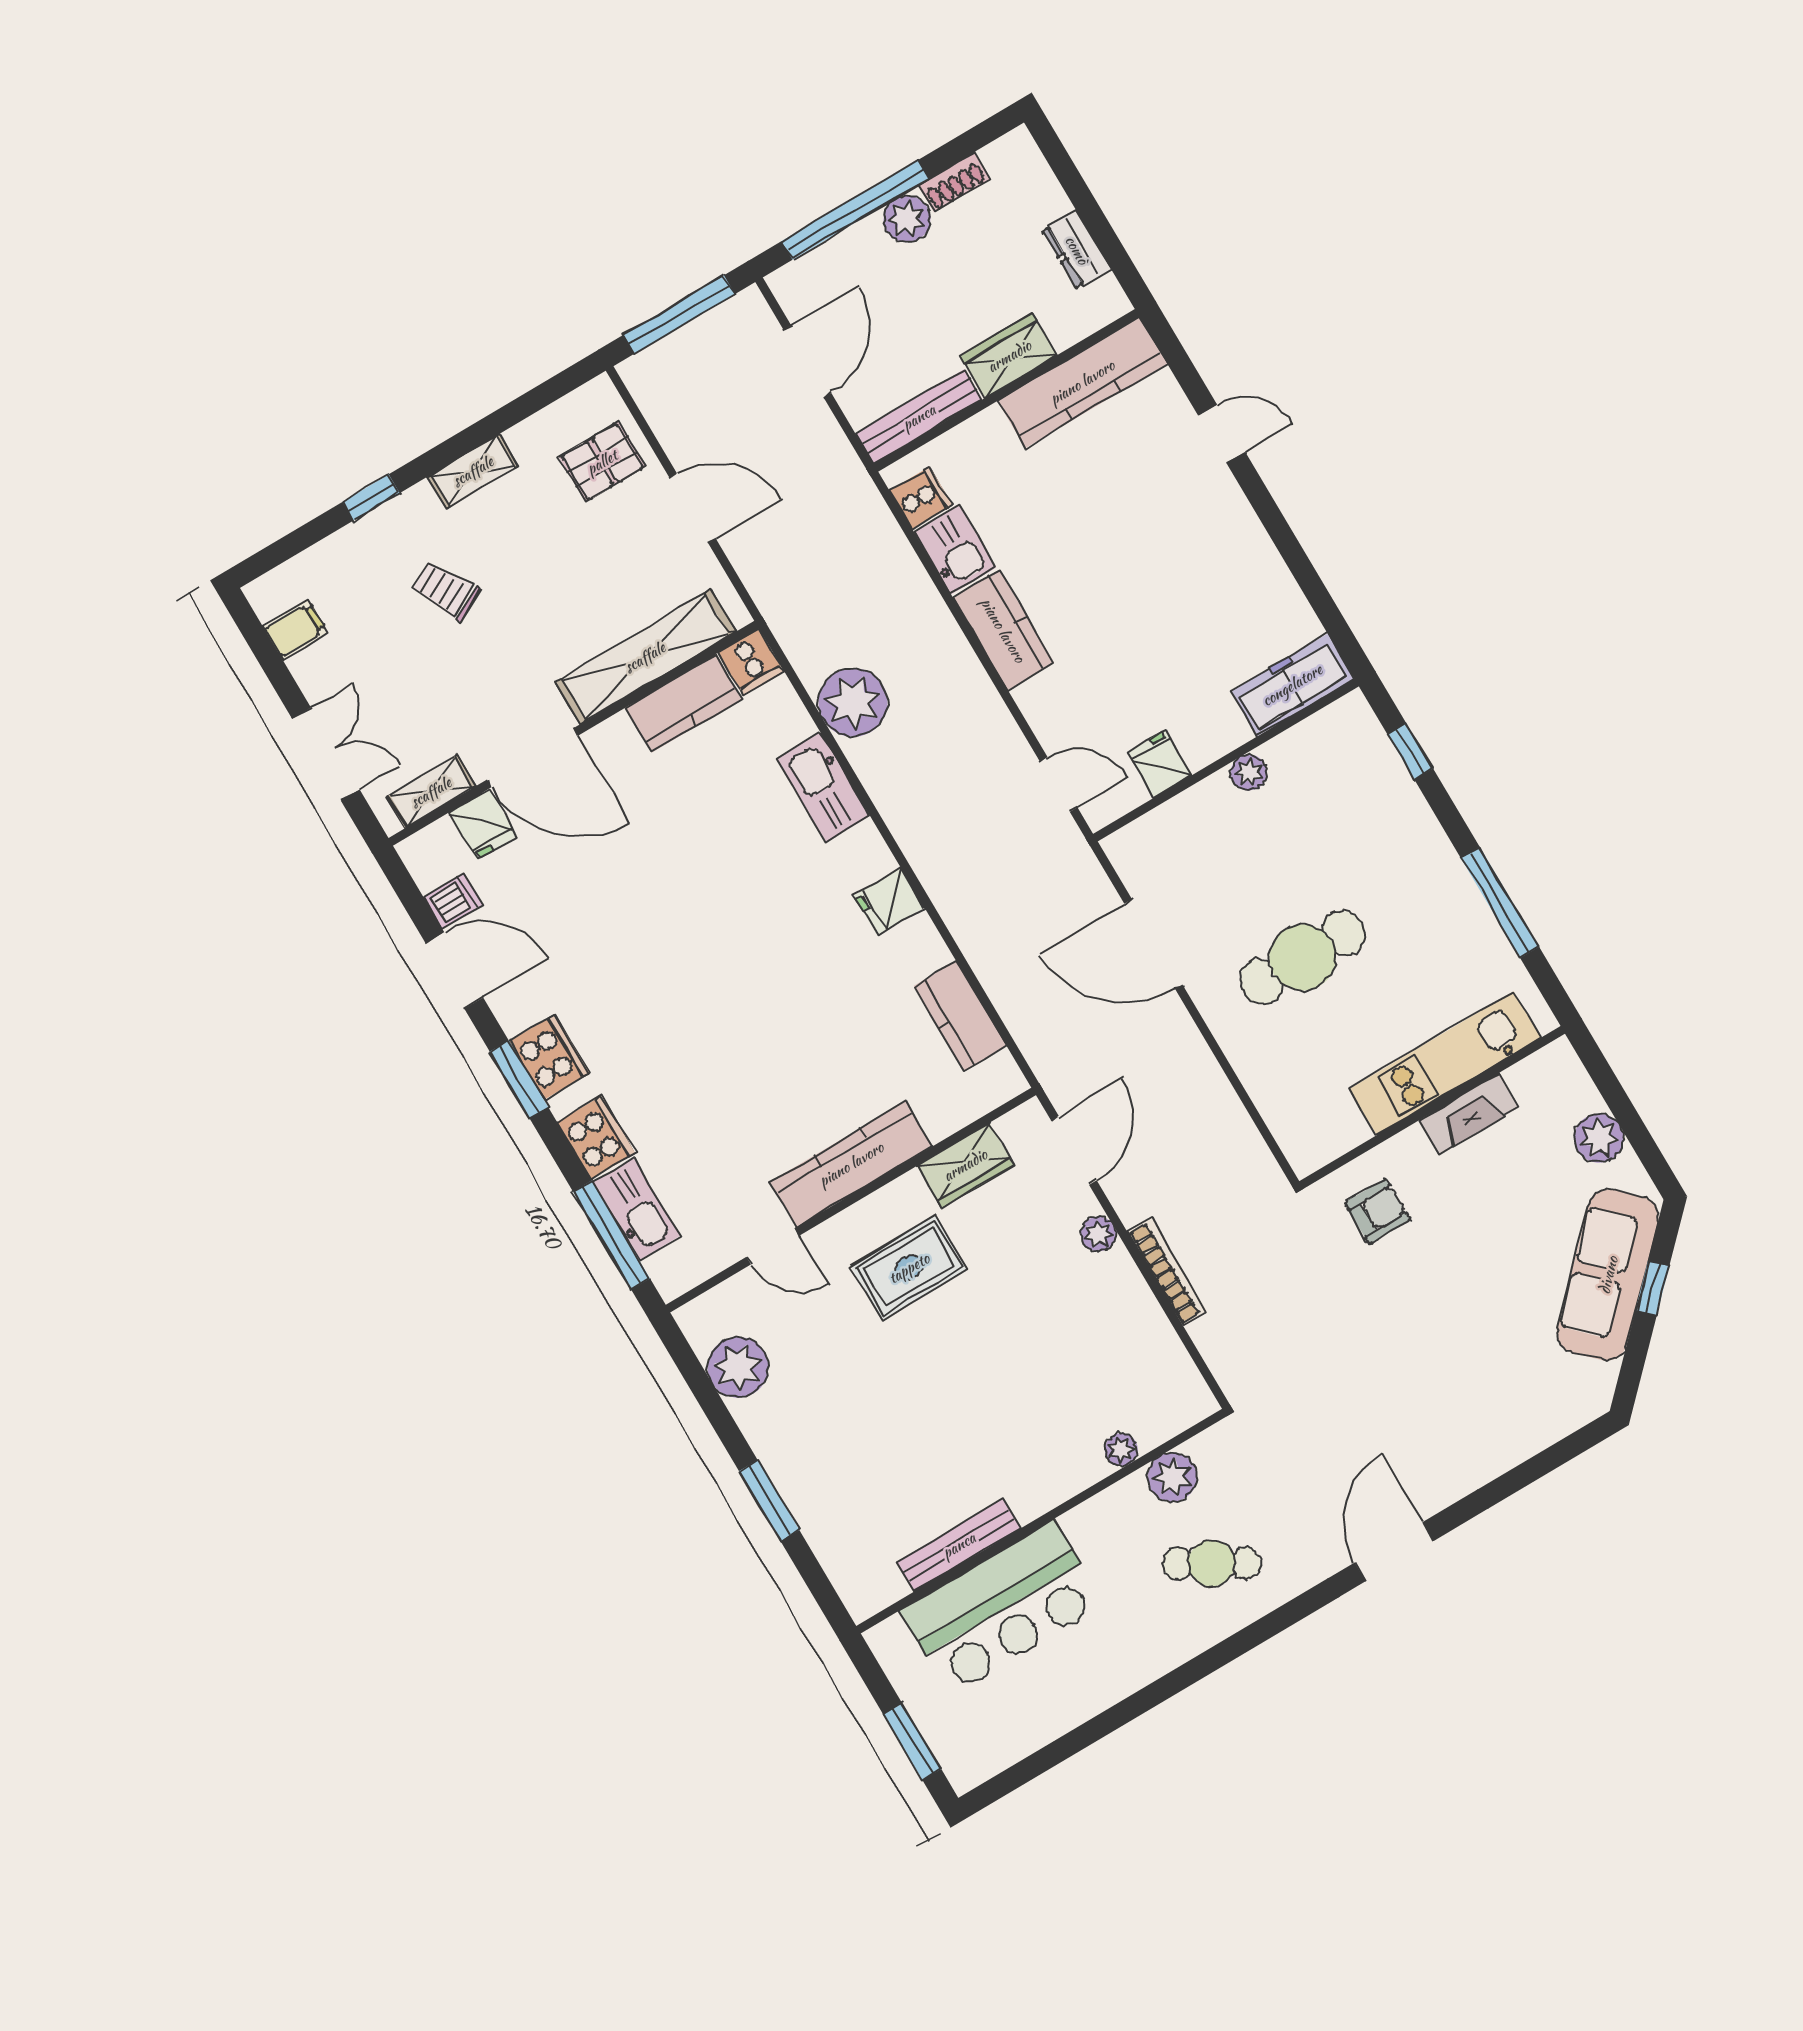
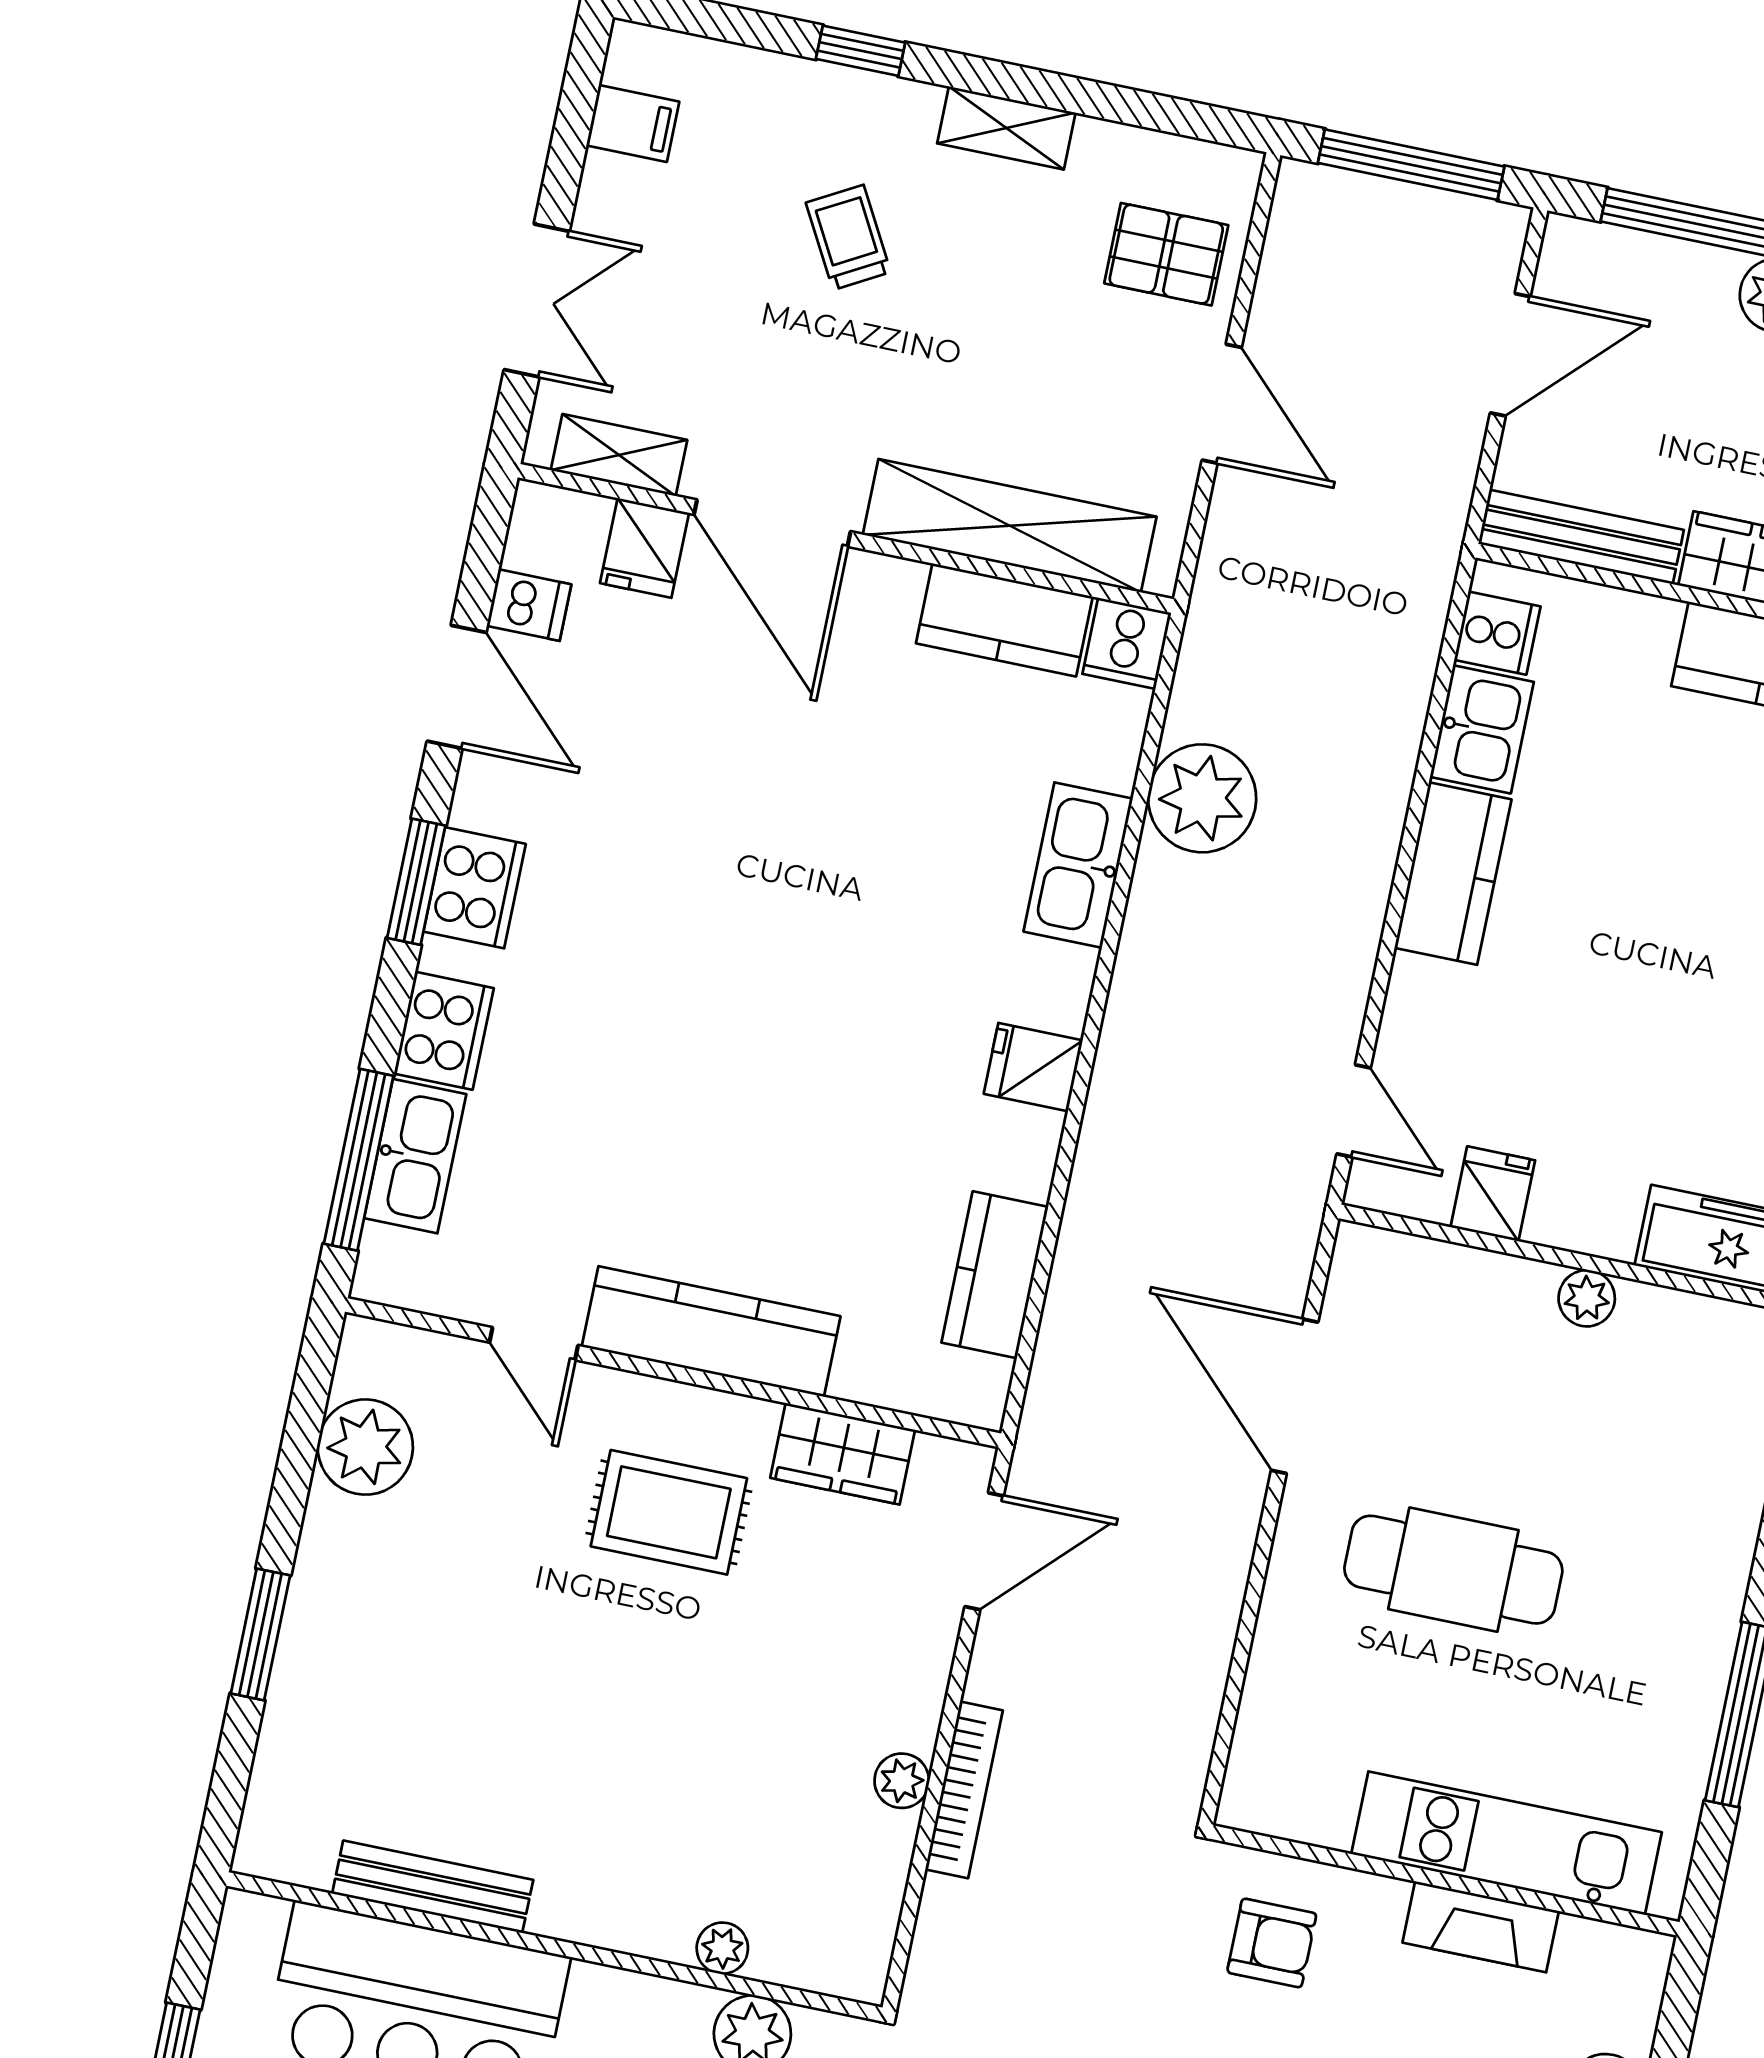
plant: (1098, 1234) -> (902, 1781), moved

